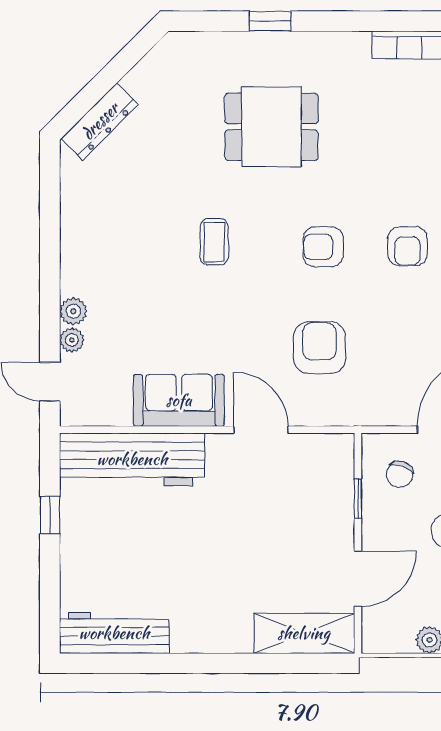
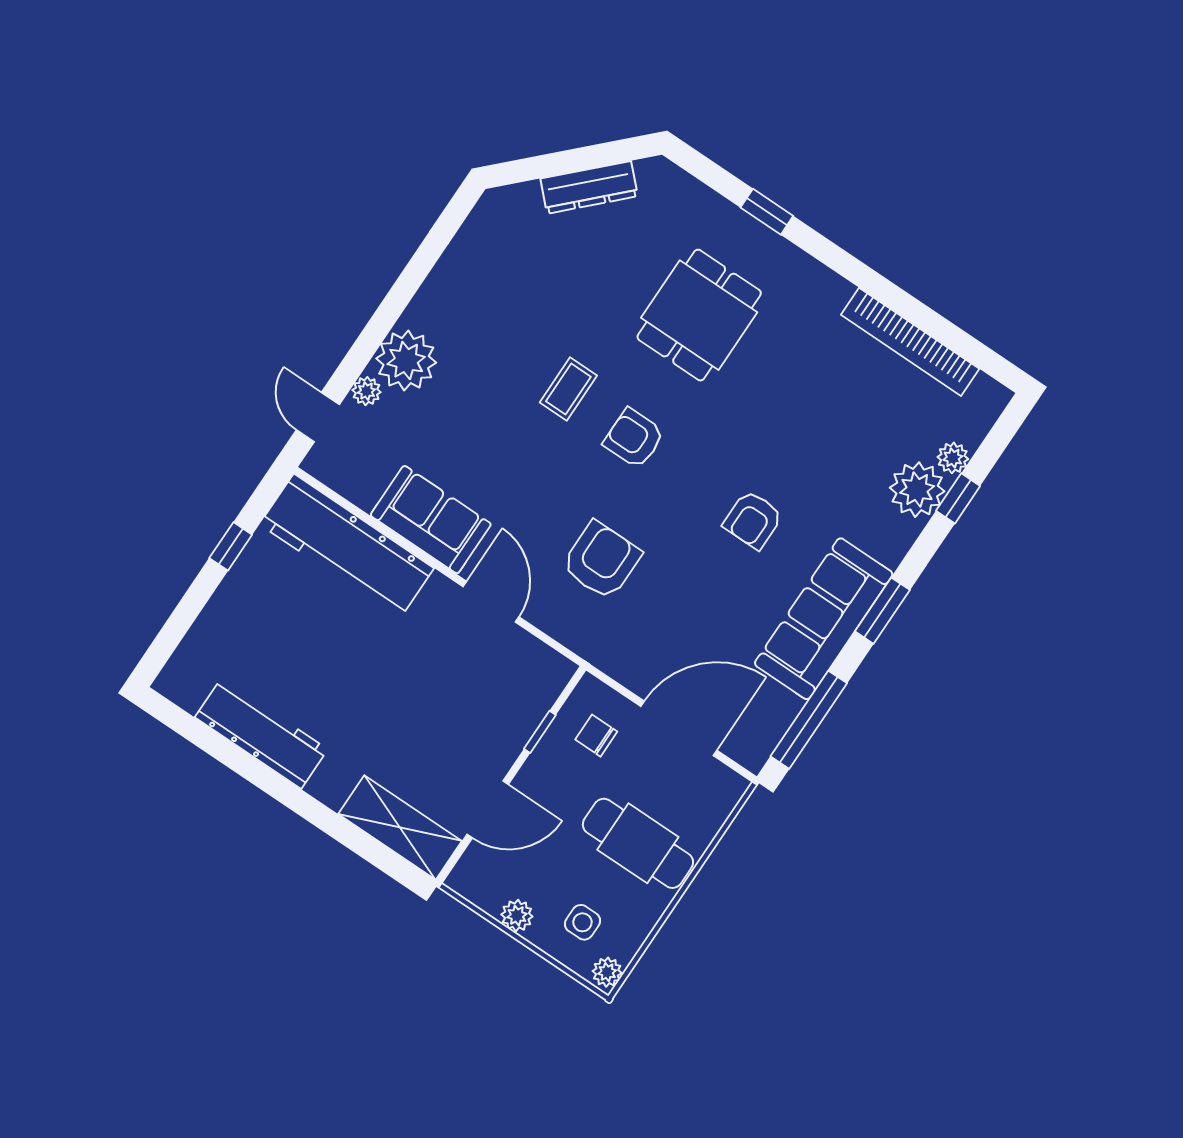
dresser: (100, 121) -> (589, 187), moved
dining table: (271, 127) -> (699, 315), turned 90
armchair: (323, 247) -> (634, 438), moved
plant: (73, 311) -> (406, 361), width x1.88, depth x1.88
chair: (400, 474) -> (596, 736), turned 70
workbench: (114, 633) -> (261, 733), moved

